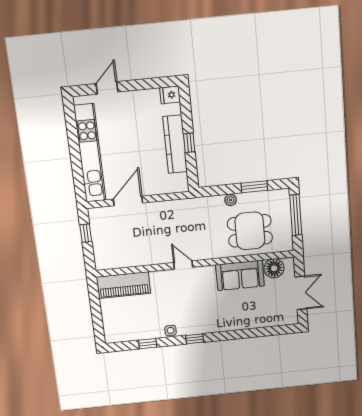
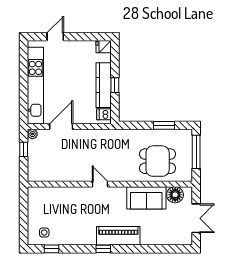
dishwasher: (179, 181) -> (104, 114), added
plant: (231, 200) -> (32, 134), moved
piano: (124, 285) -> (118, 236), moved, turned 180
side table: (171, 330) -> (44, 233), moved
window: (148, 344) -> (52, 249), moved

